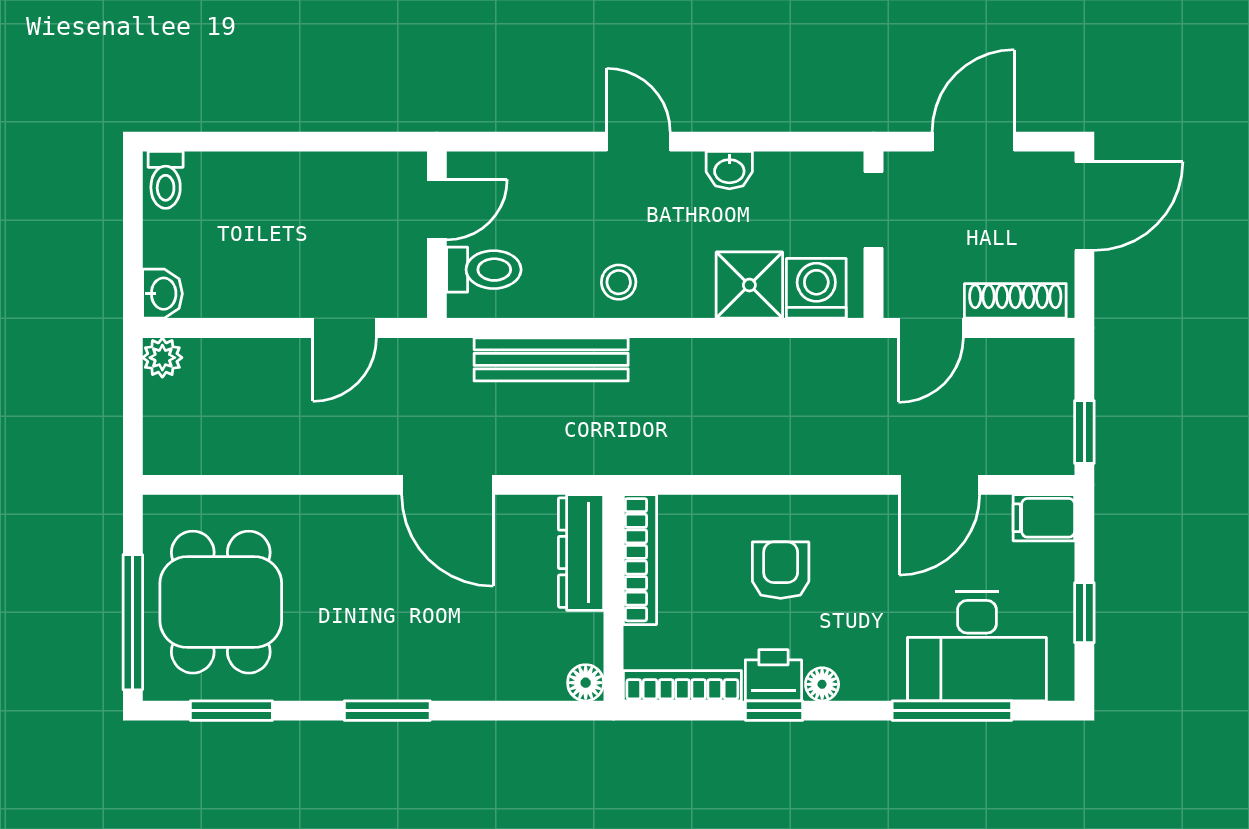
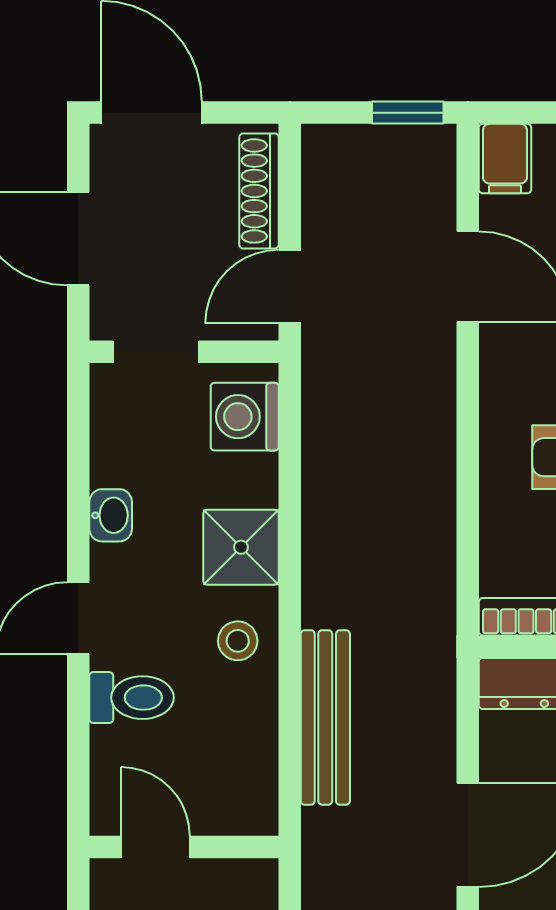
toilet: (484, 270) -> (132, 698), moved, turned 90
shower: (749, 285) -> (241, 547), moved
door: (931, 328) -> (290, 287), swing flipped

